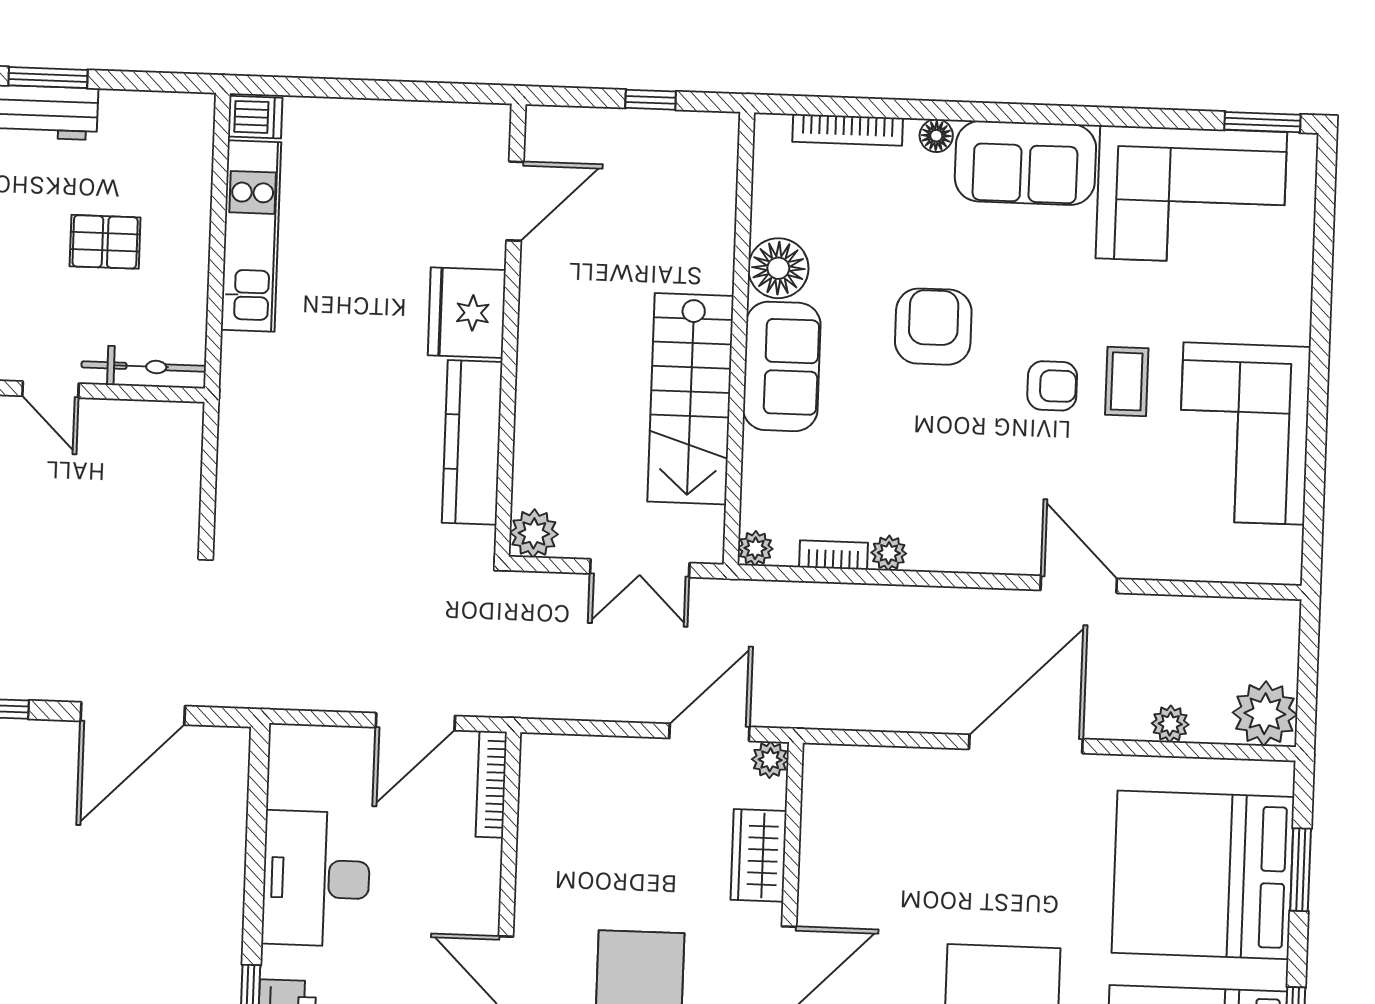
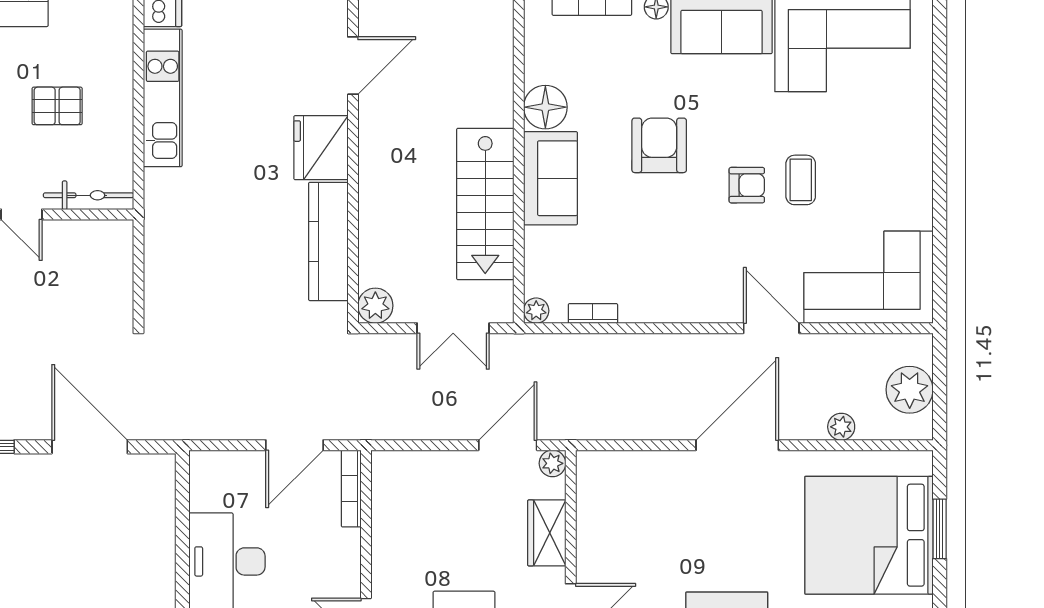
corner sofa: (1244, 433) -> (868, 277), moved, turned 90
plant: (889, 553) -> (633, 311), removed
door: (133, 713) -> (90, 447), swing flipped
plant: (1265, 714) -> (910, 390), moved

